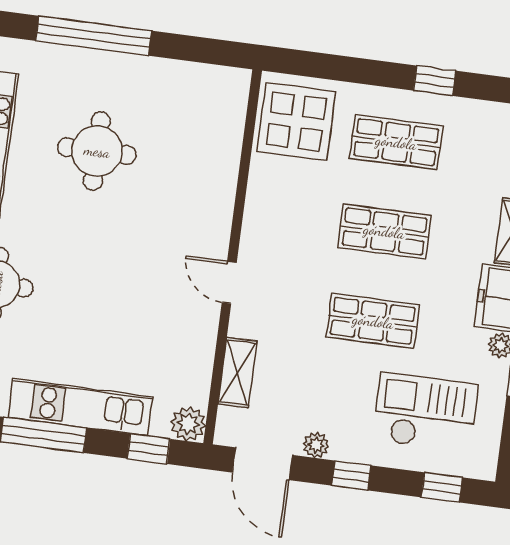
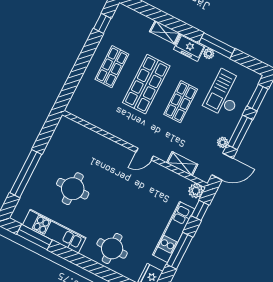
window: (435, 81) -> (102, 23), moved
display table: (296, 122) -> (89, 104), removed
shop shelf: (384, 231) -> (146, 84), width x1.43, depth x1.36
window: (351, 476) -> (240, 132), width x2.17
window: (442, 487) -> (258, 98), width x1.50

